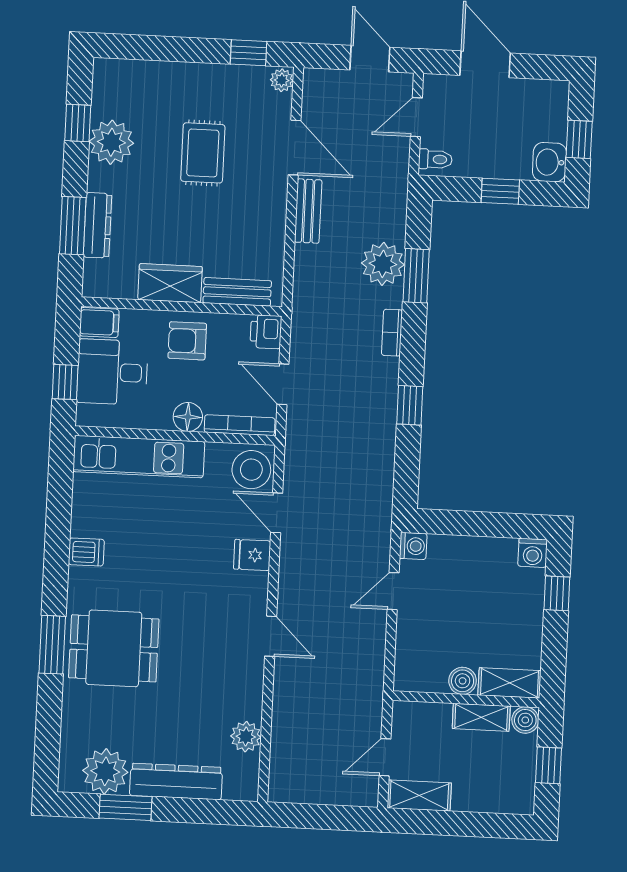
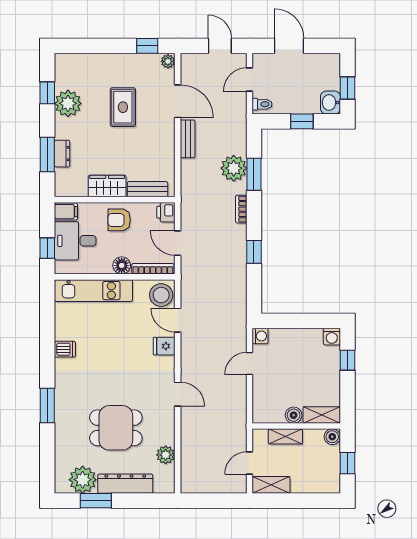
dresser: (98, 225) -> (62, 154), width x0.70
dining table: (114, 648) -> (116, 428), moved
shelving: (481, 717) -> (285, 436), moved

